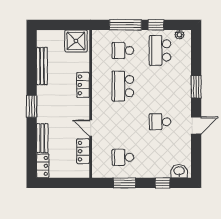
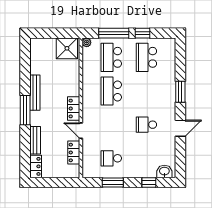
plant: (179, 35) -> (87, 42), moved
school desk: (123, 50) -> (111, 57), width x1.85
bench: (42, 66) -> (35, 93), moved
locker: (83, 85) -> (74, 109), moved
window: (32, 106) -> (25, 110), width x1.44

